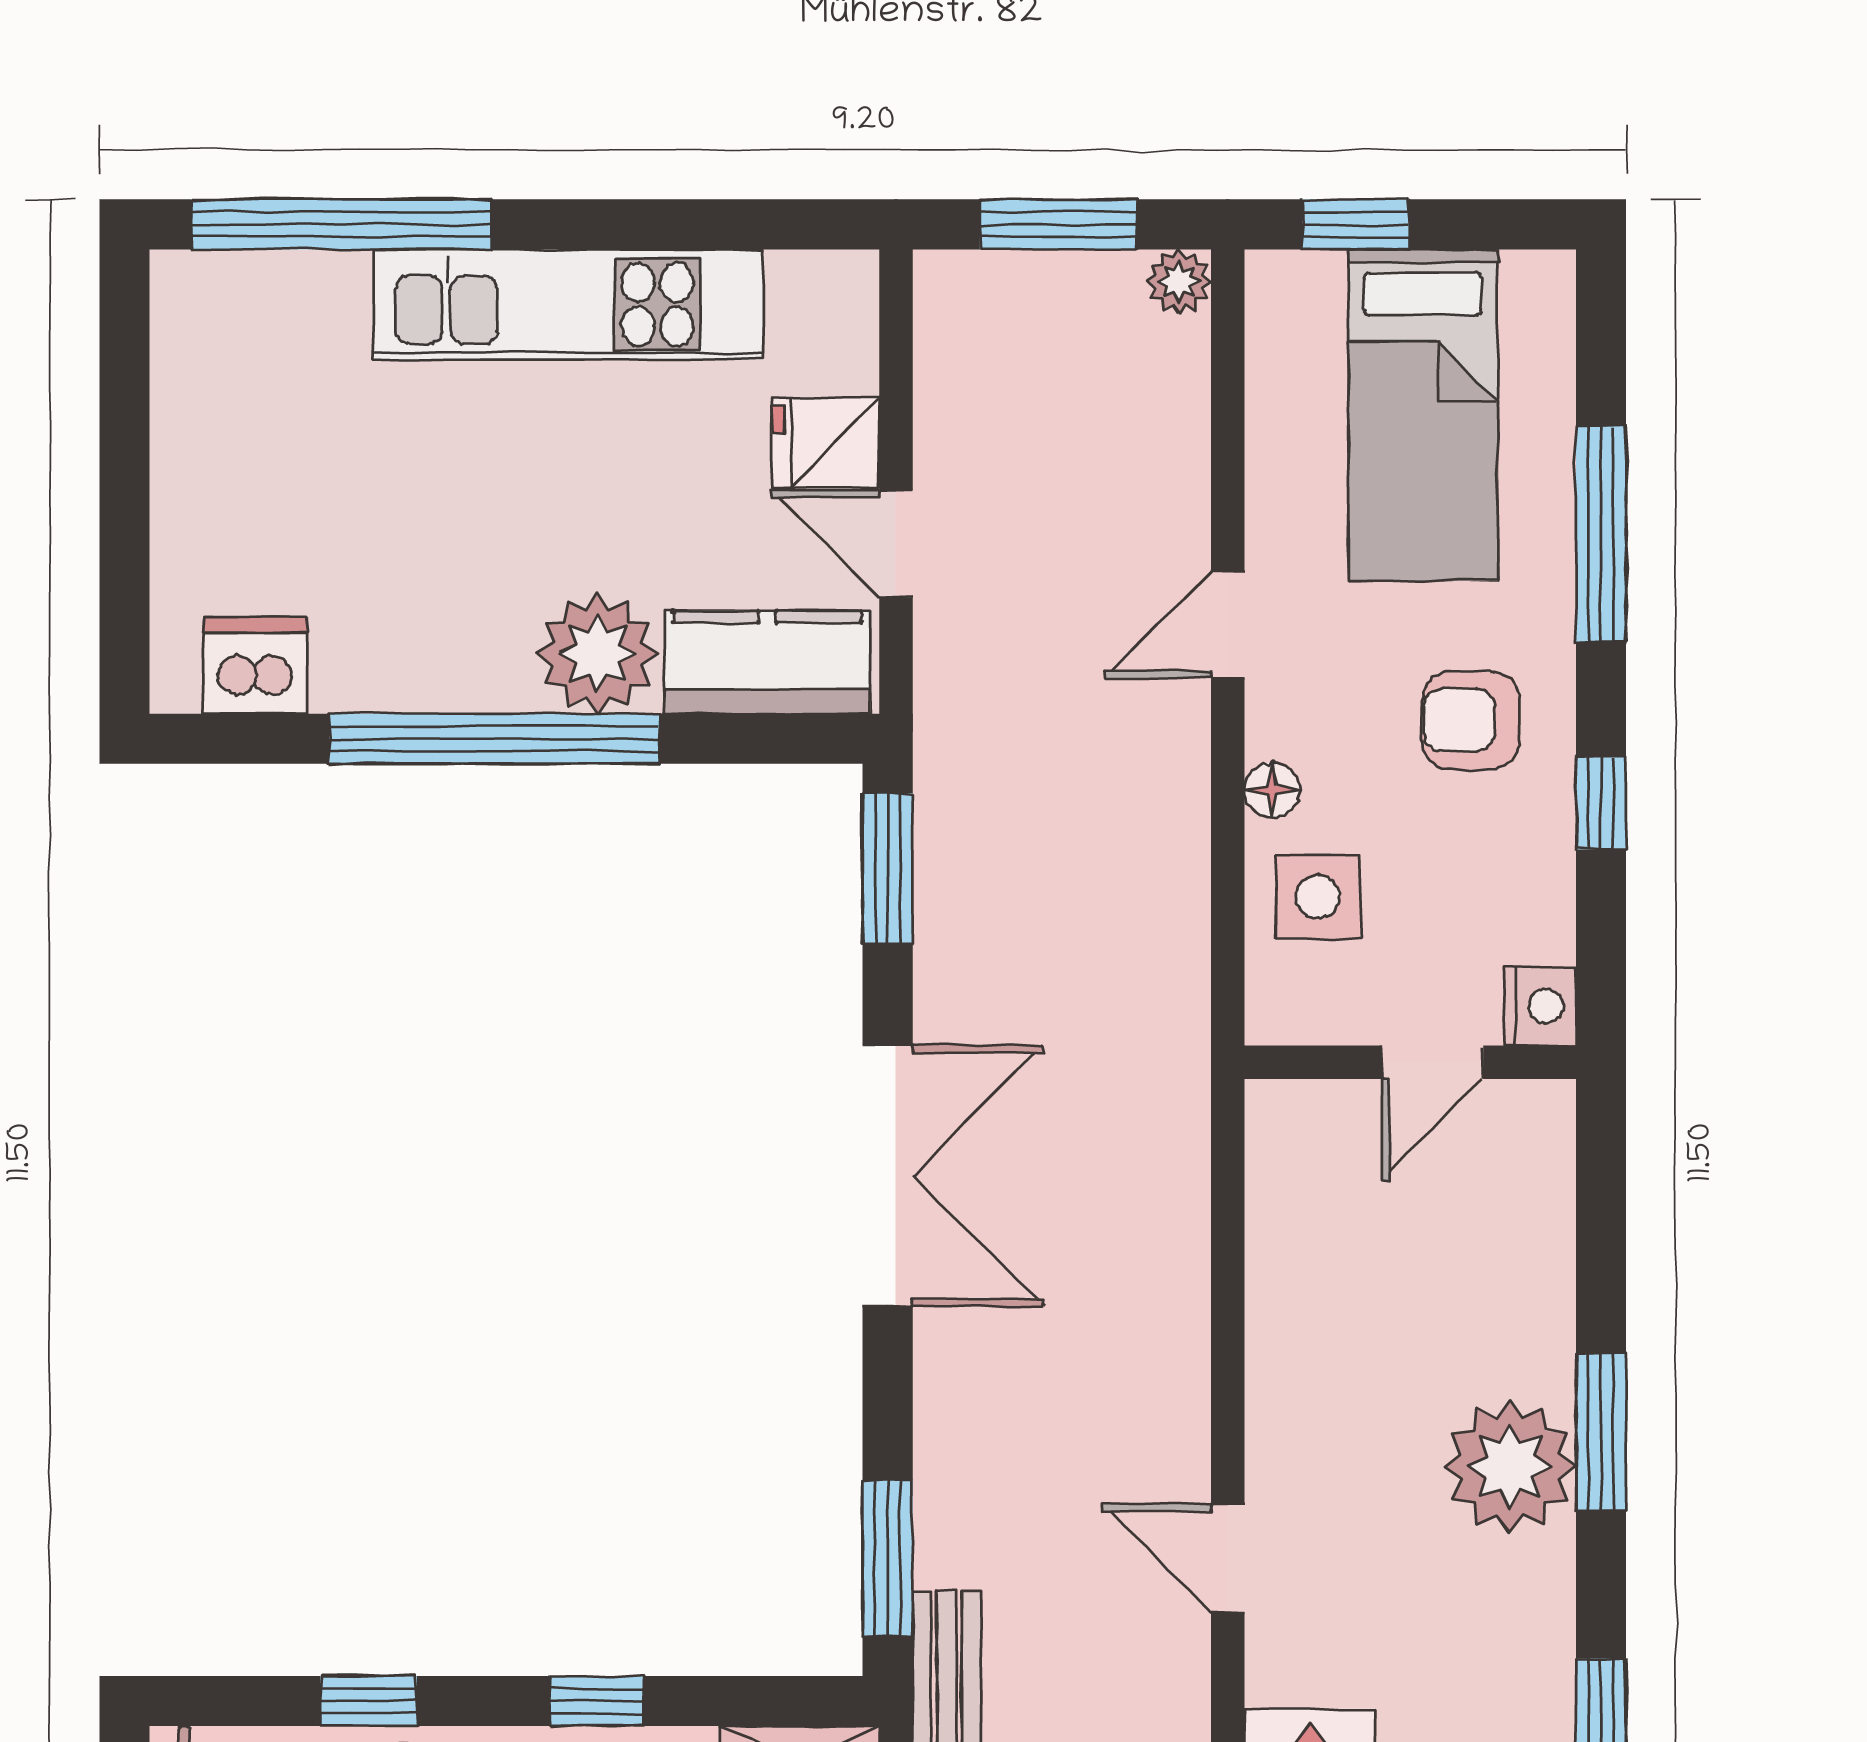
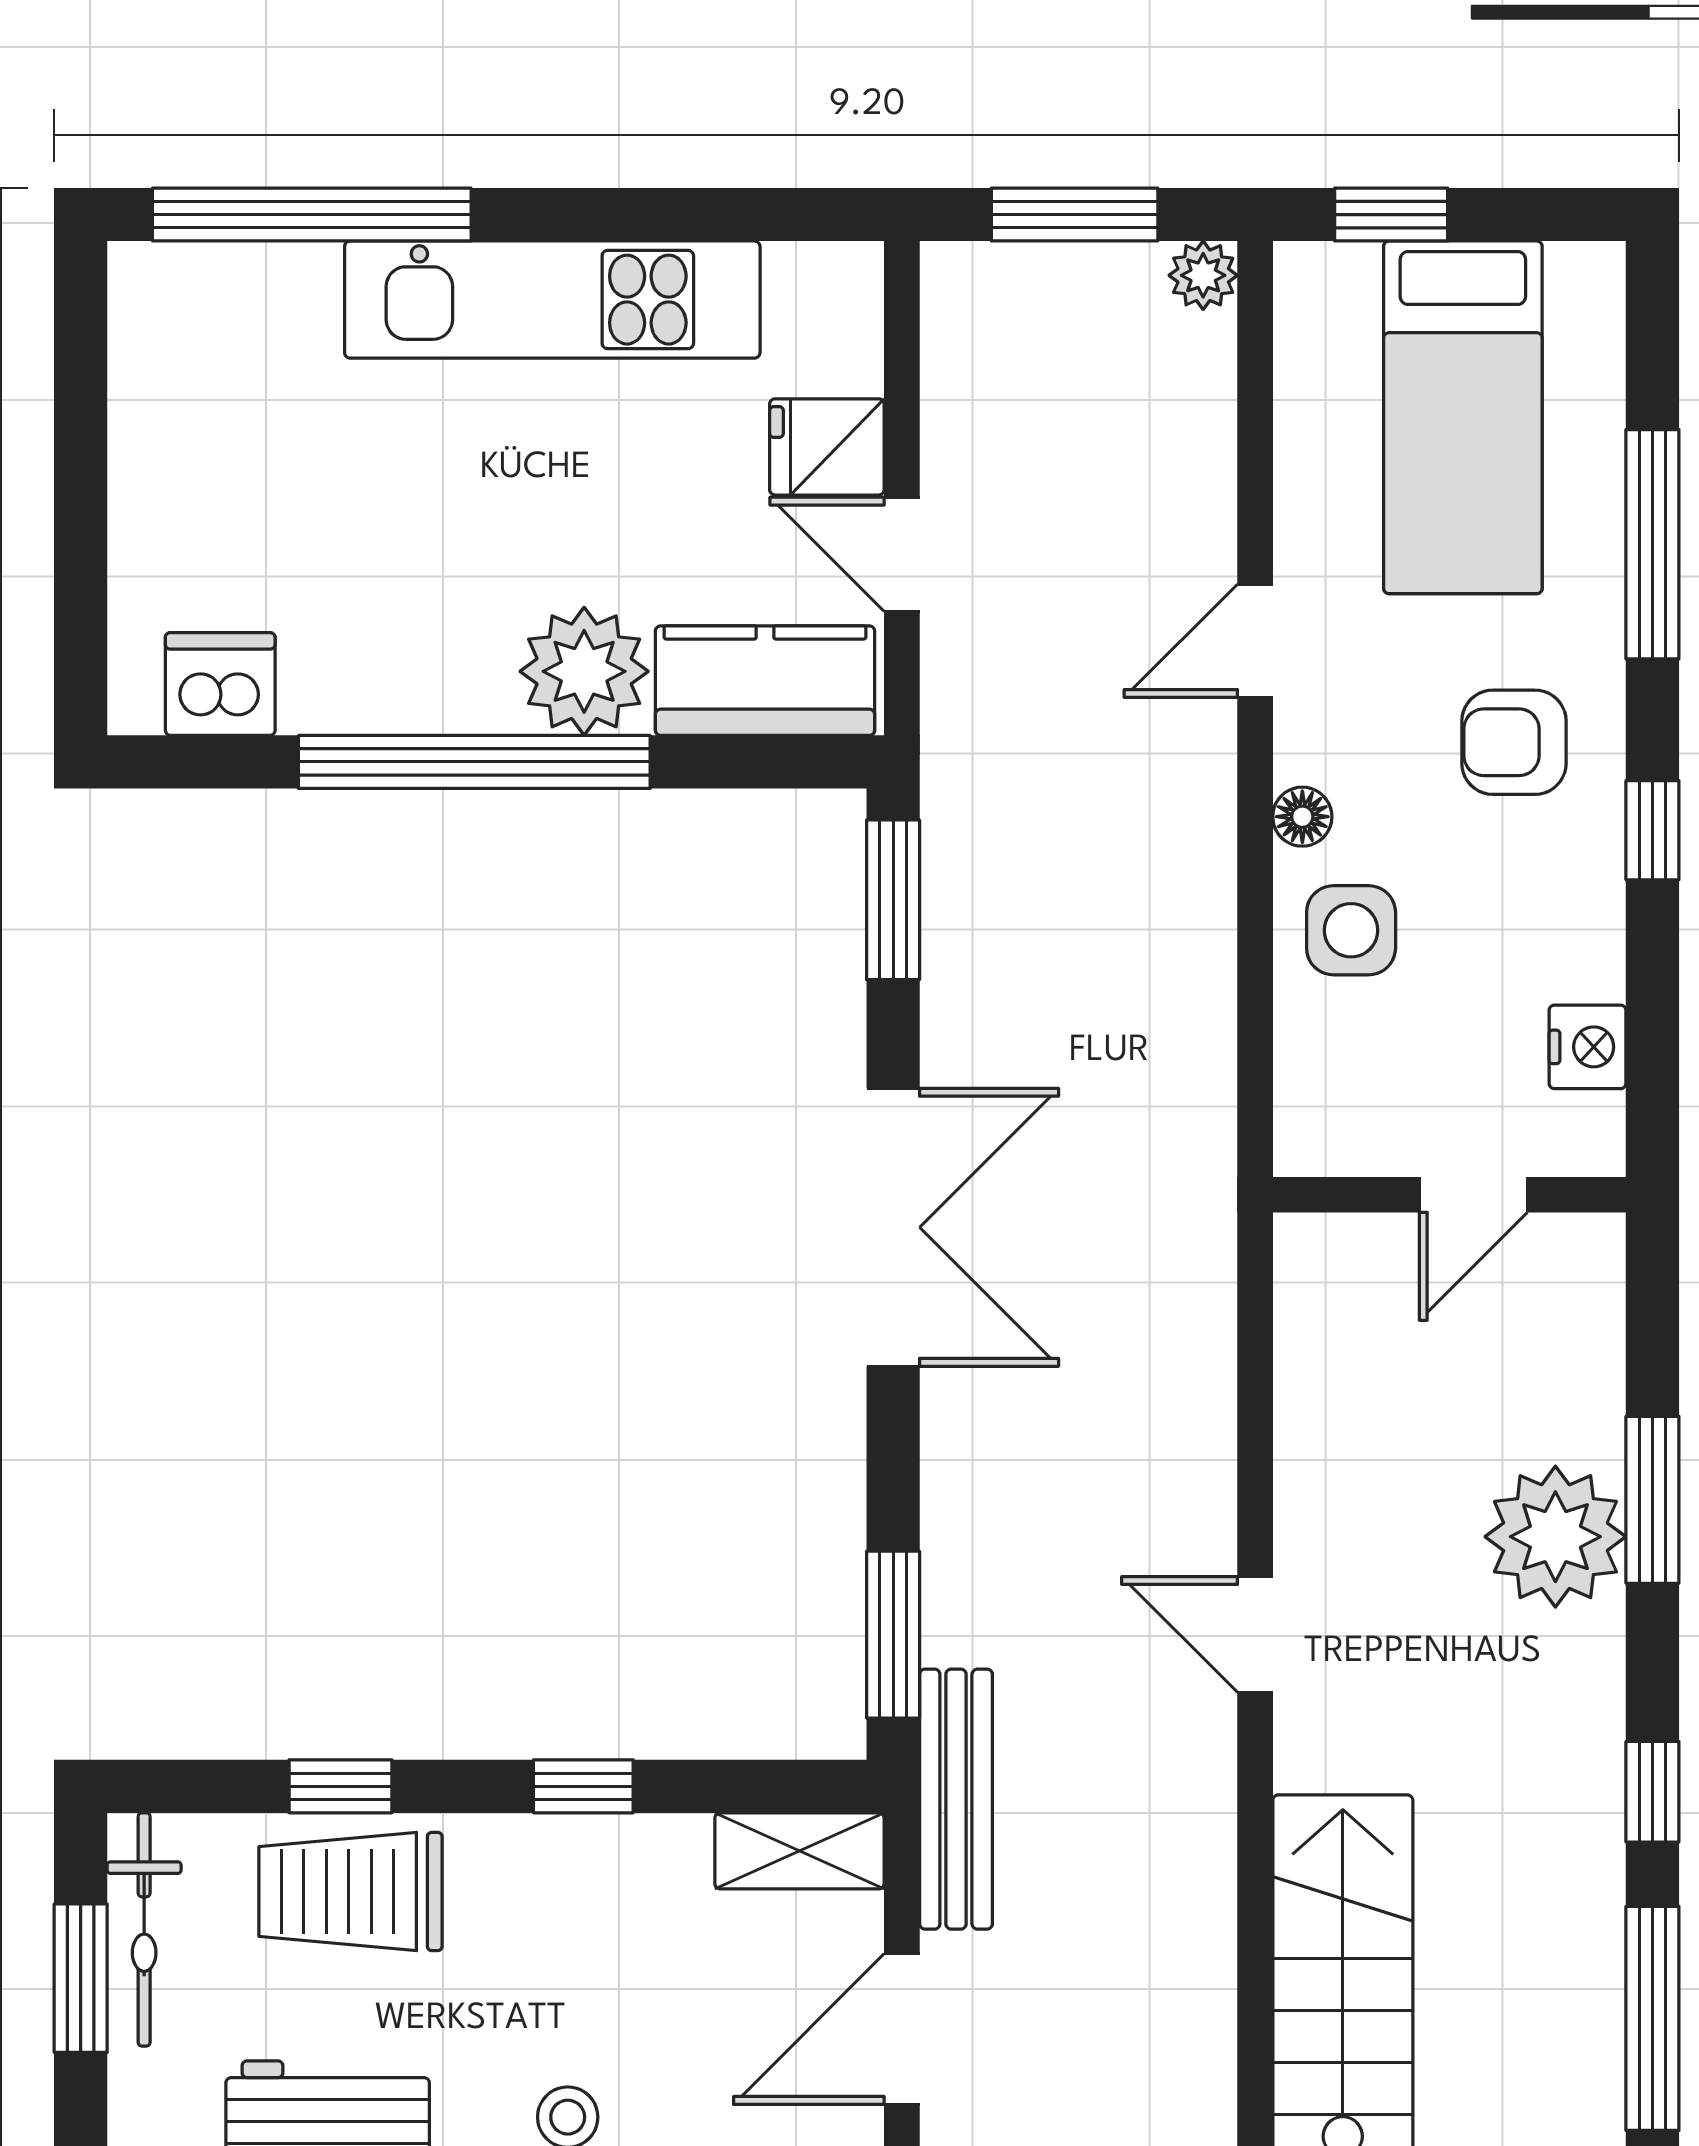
wall: (1410, 1062) -> (1449, 1195), moved
door: (1433, 1062) -> (1473, 1195), moved

